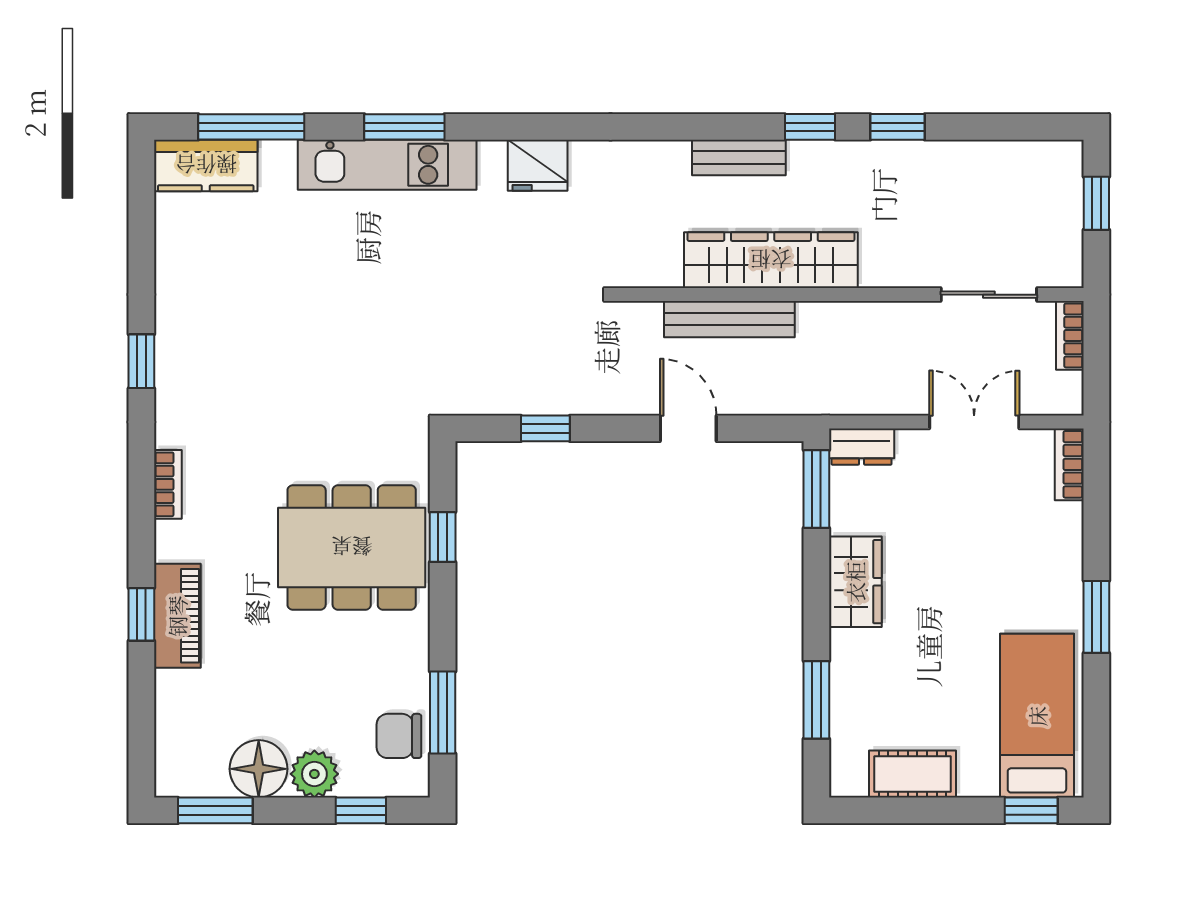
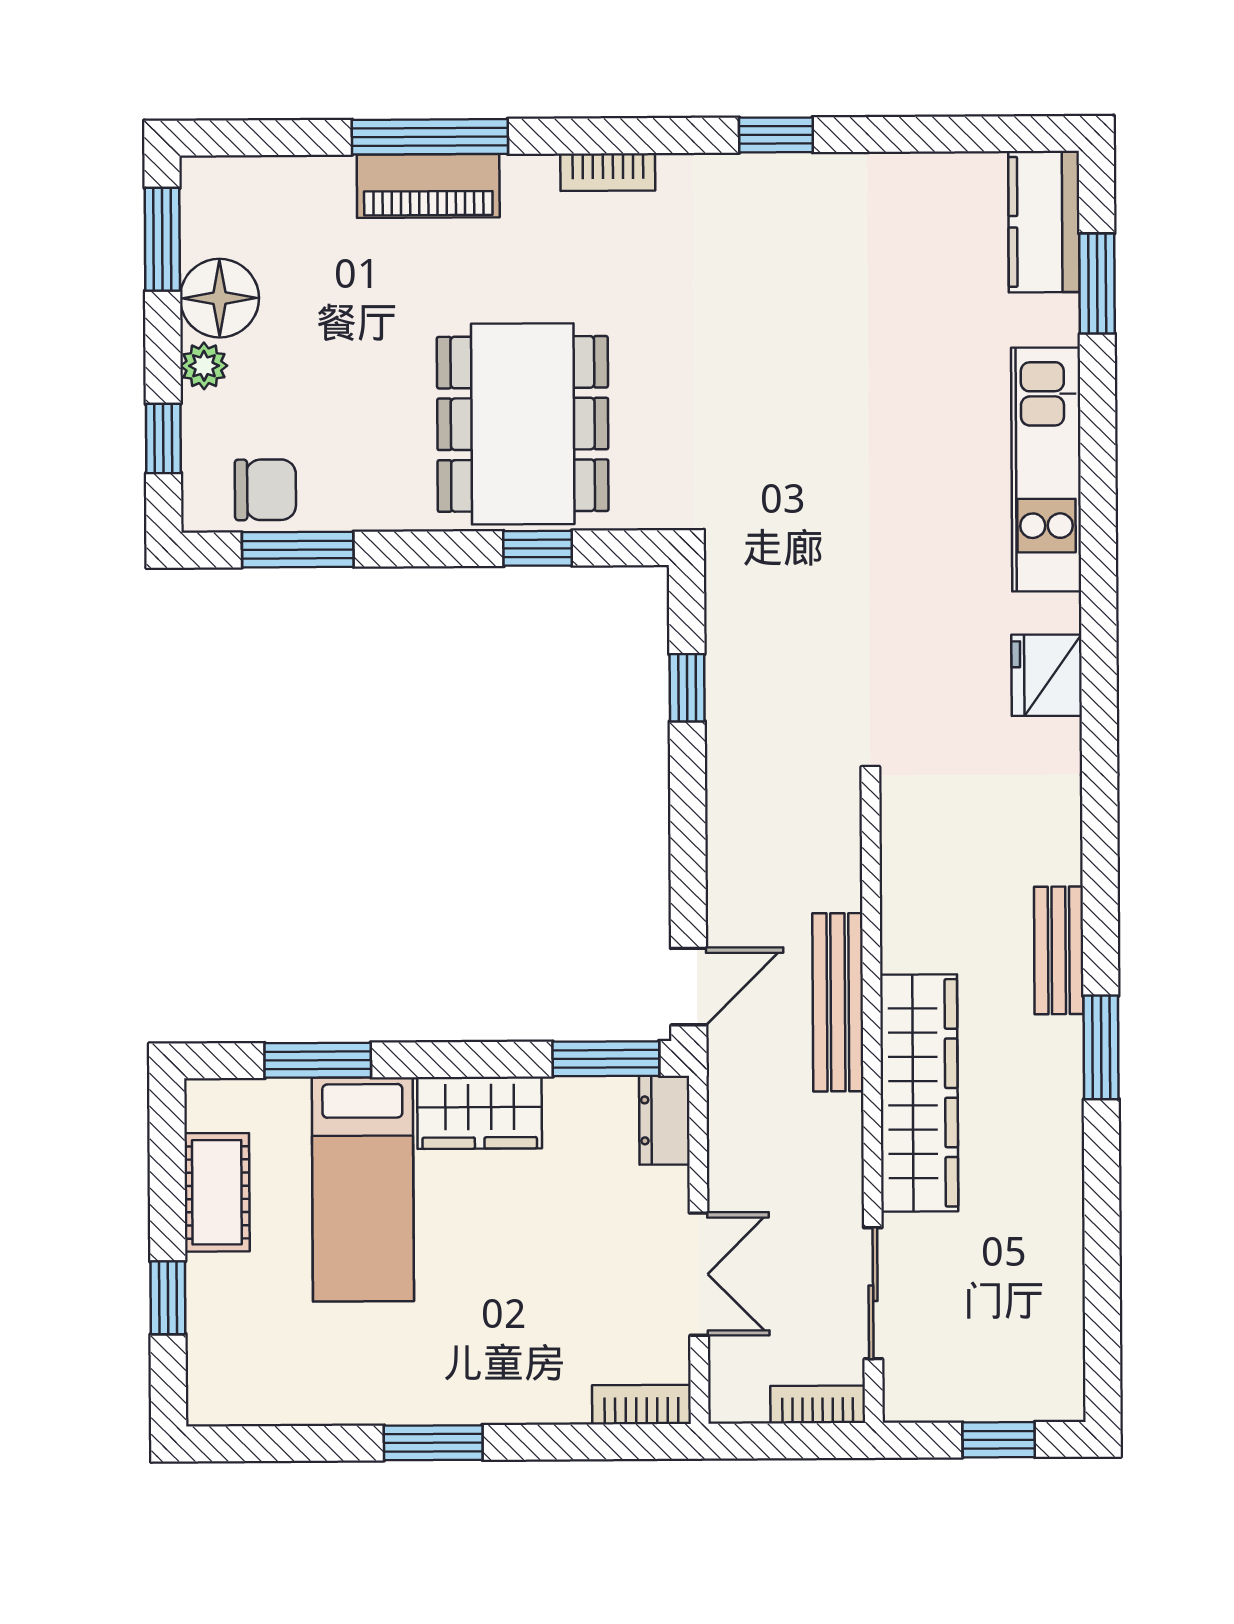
window: (251, 127) -> (1097, 283), width x0.69
window: (404, 127) -> (1098, 493), removed
window: (810, 127) -> (1101, 1047), width x1.50
window: (897, 127) -> (1102, 1167), removed
wardrobe: (771, 260) -> (919, 1093), moved
bench: (729, 319) -> (838, 1002), moved
door: (688, 428) -> (689, 987), moved
window: (141, 614) -> (430, 137), width x2.17
bed: (1037, 716) -> (363, 1189), moved, turned 90
chair: (399, 736) -> (265, 490), turned 90
plant: (314, 774) -> (204, 366), width x0.73, depth x0.73
window: (1031, 810) -> (168, 1298), moved

